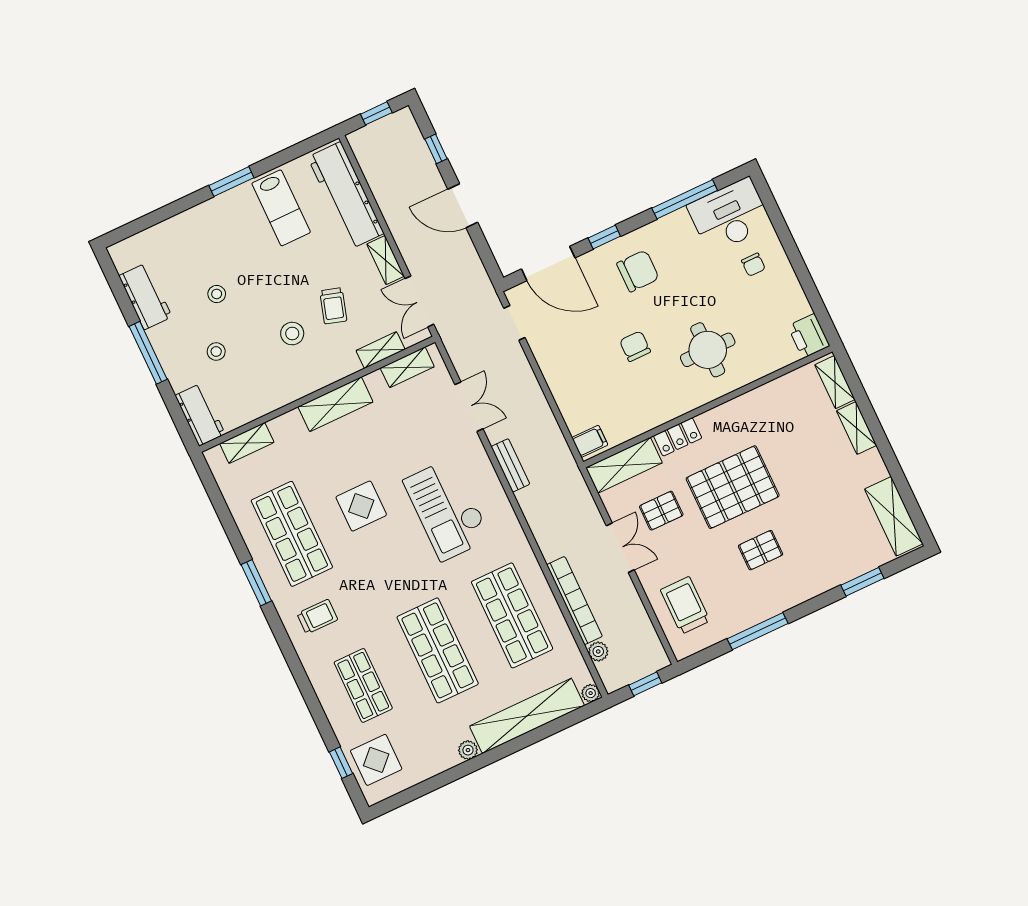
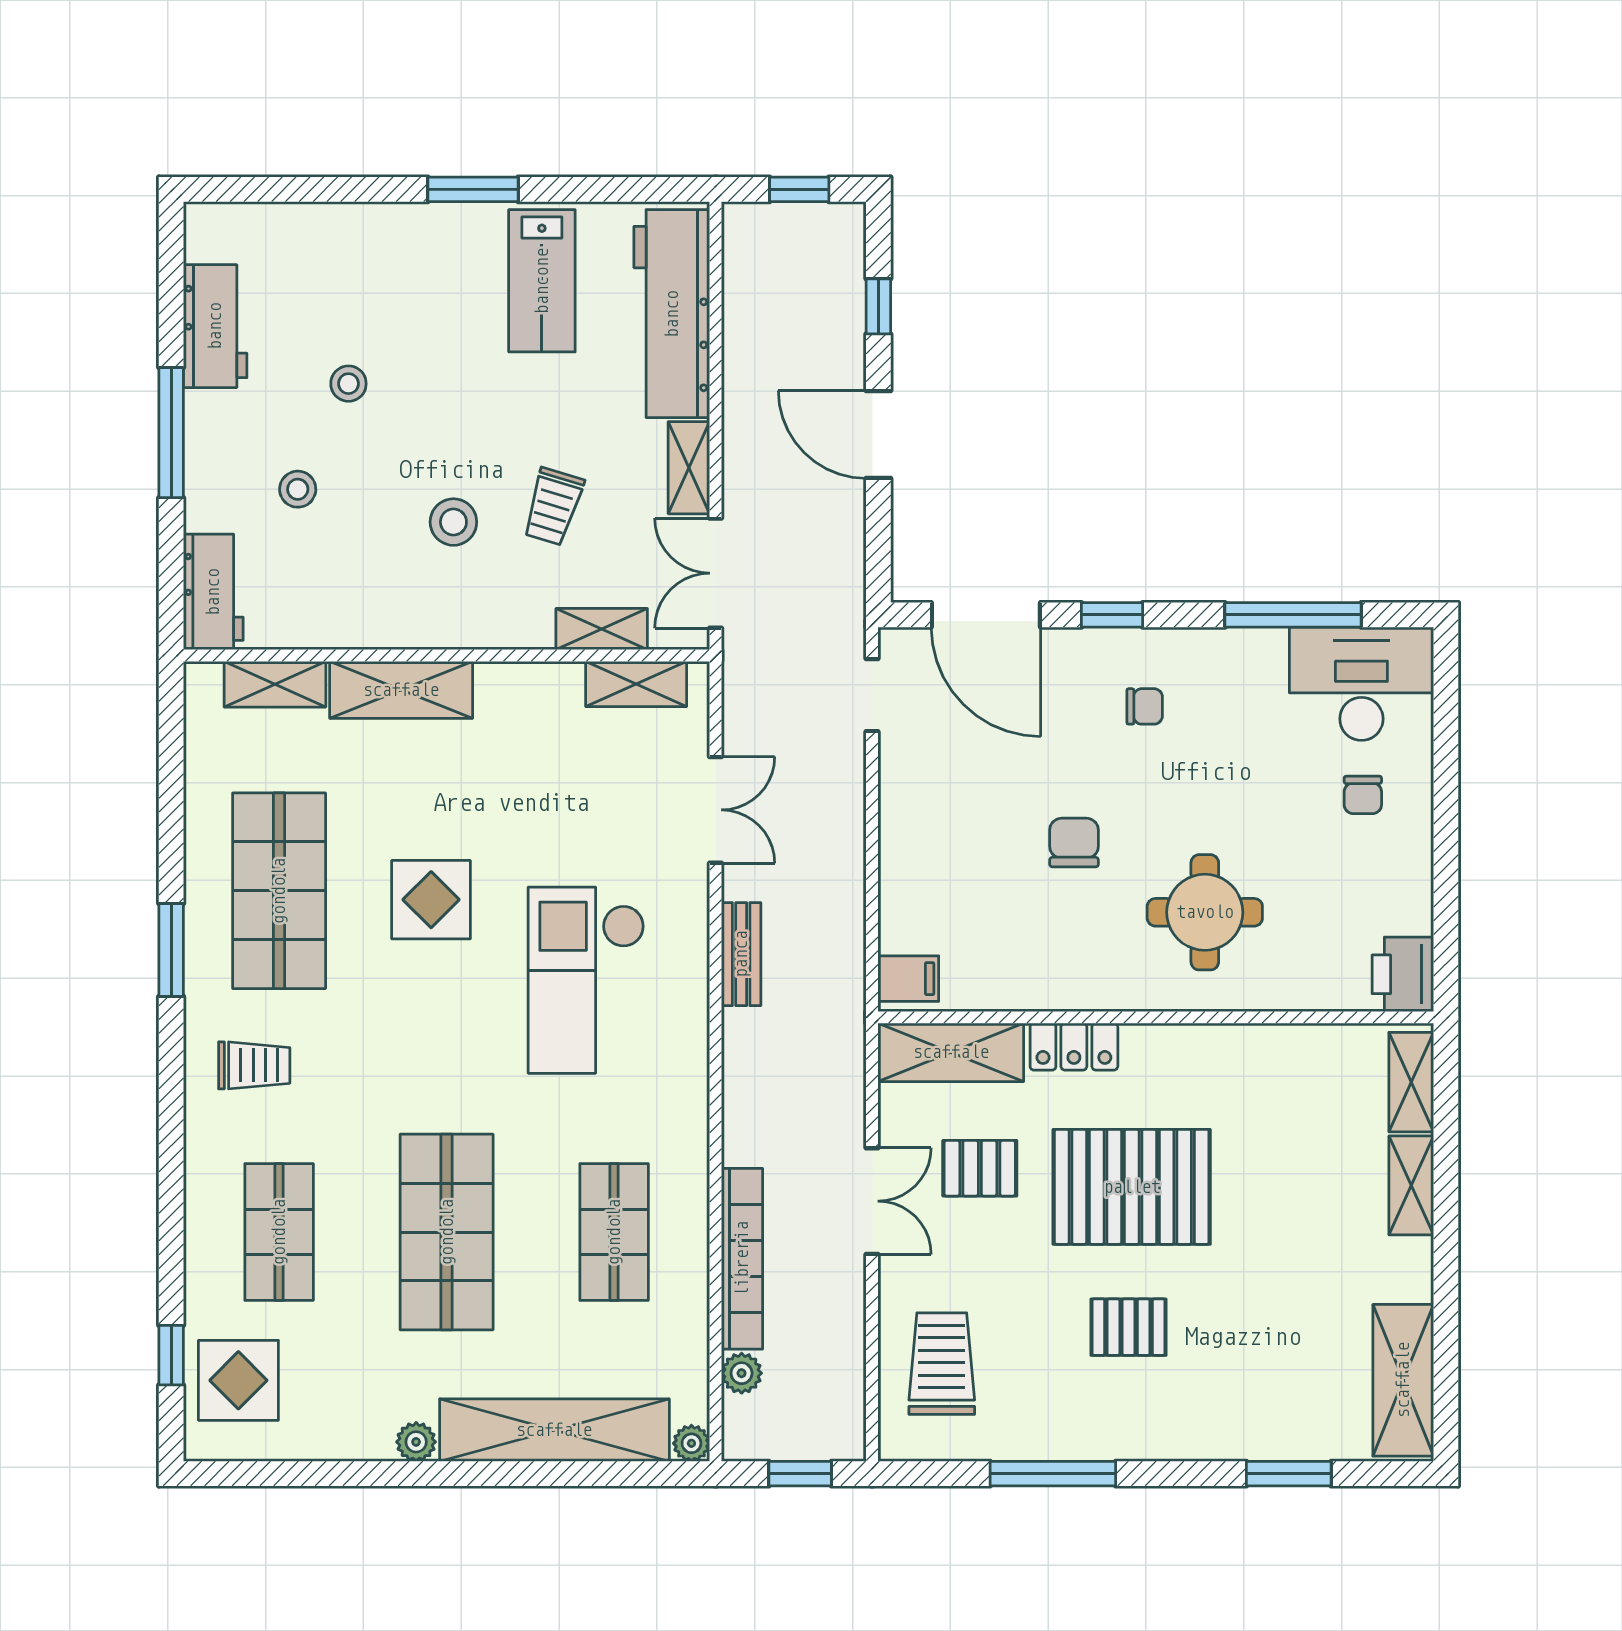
chair: (638, 271) -> (1145, 706), width x0.54, depth x0.54
shelving: (335, 404) -> (401, 690), moved
shop shelf: (512, 615) -> (614, 1232), width x0.70, depth x0.74

